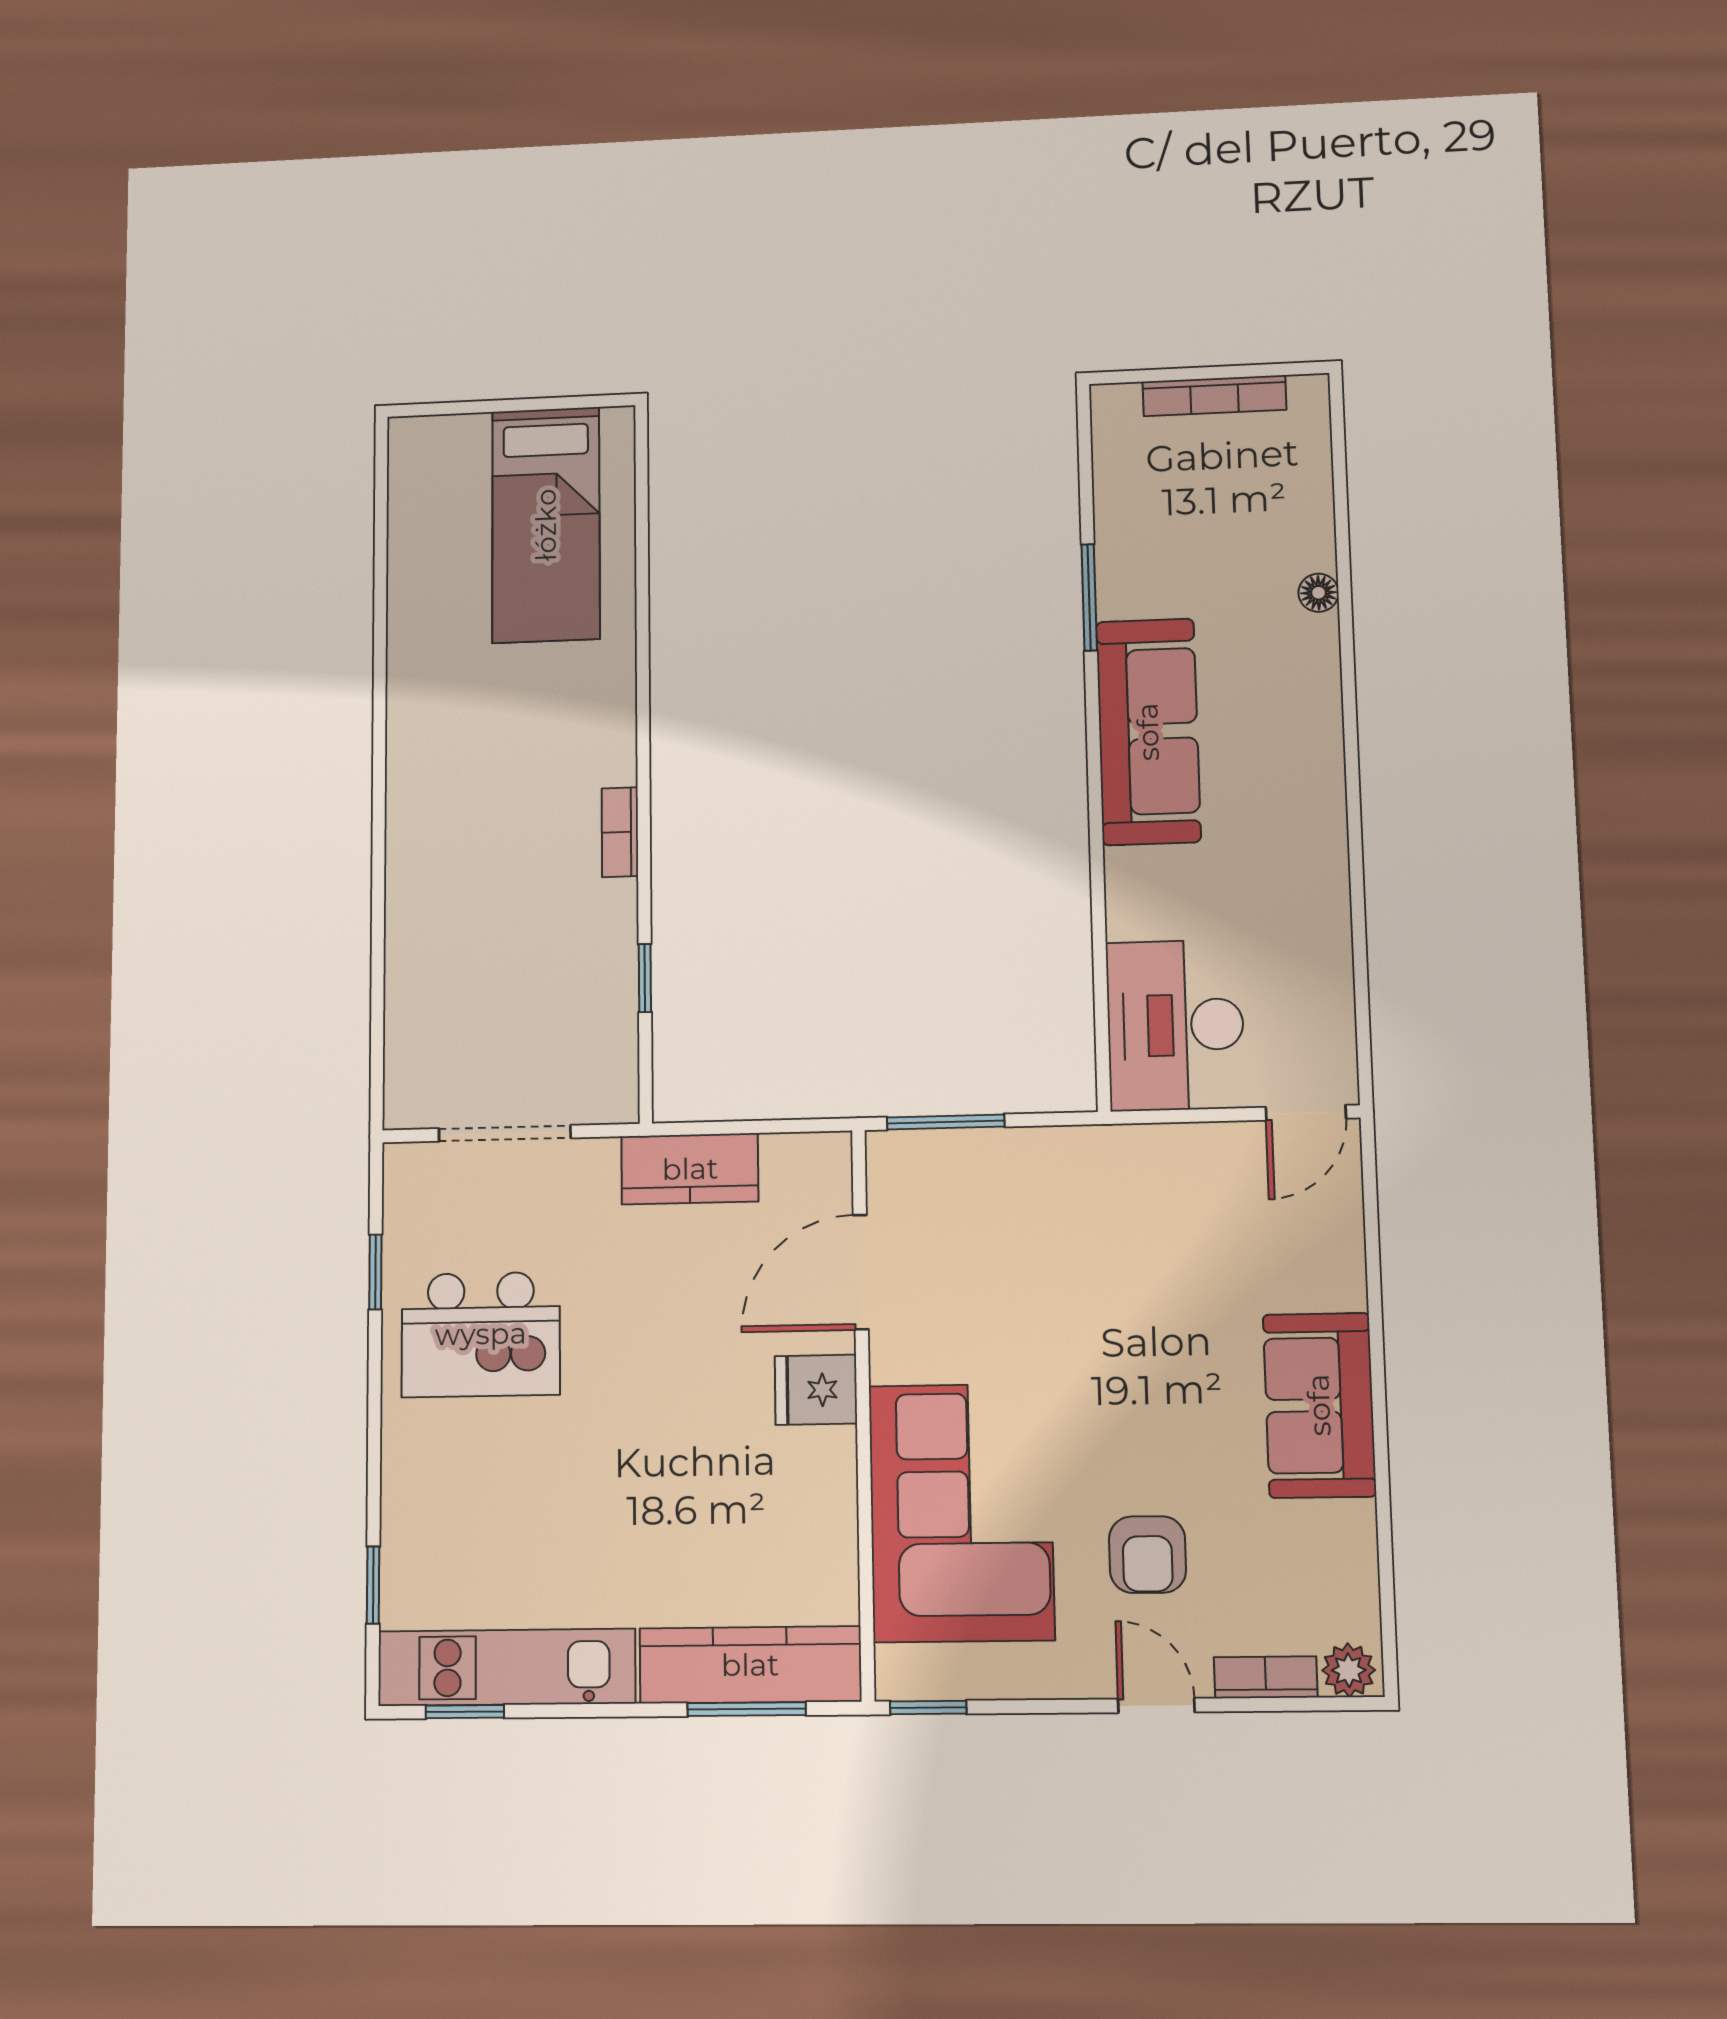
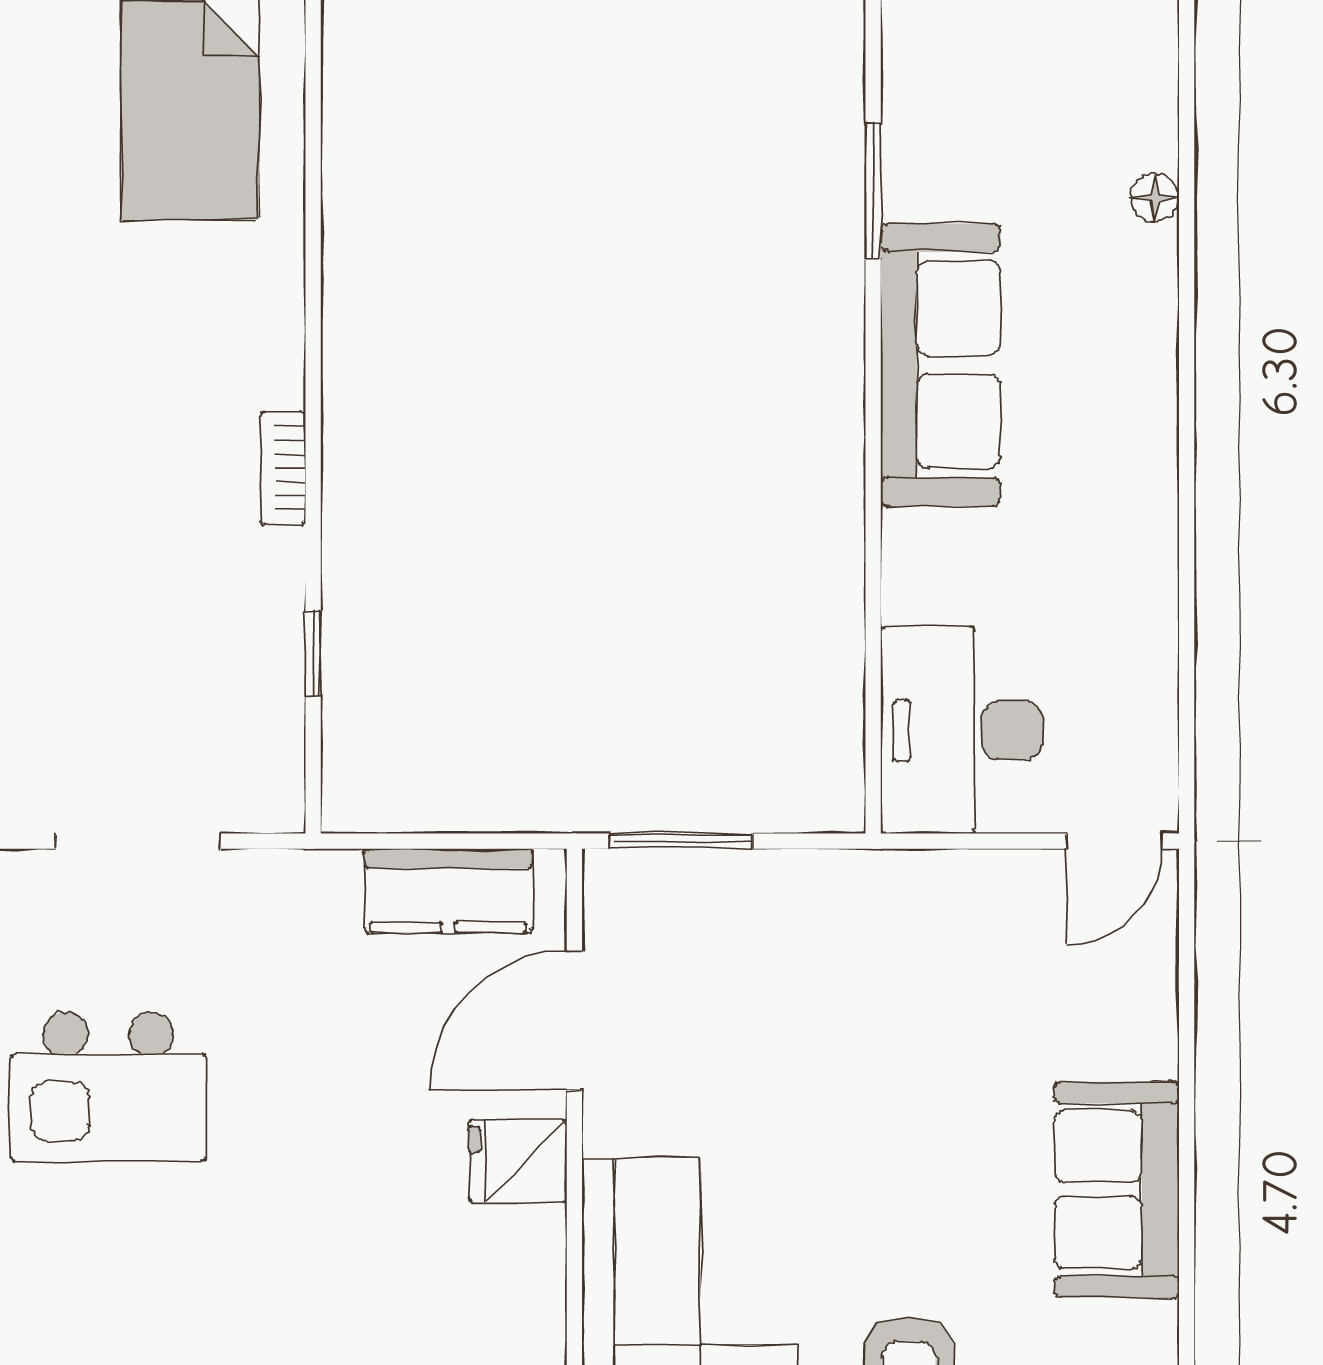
kitchen counter: (690, 1169) -> (448, 891), moved

